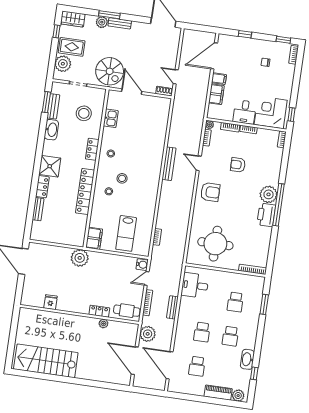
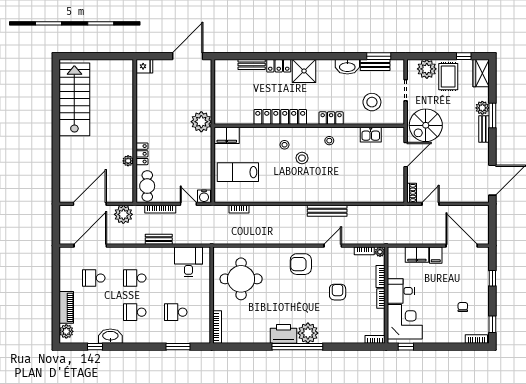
armchair: (210, 192) -> (301, 264), turned 90
fridge: (50, 302) -> (144, 66), moved

